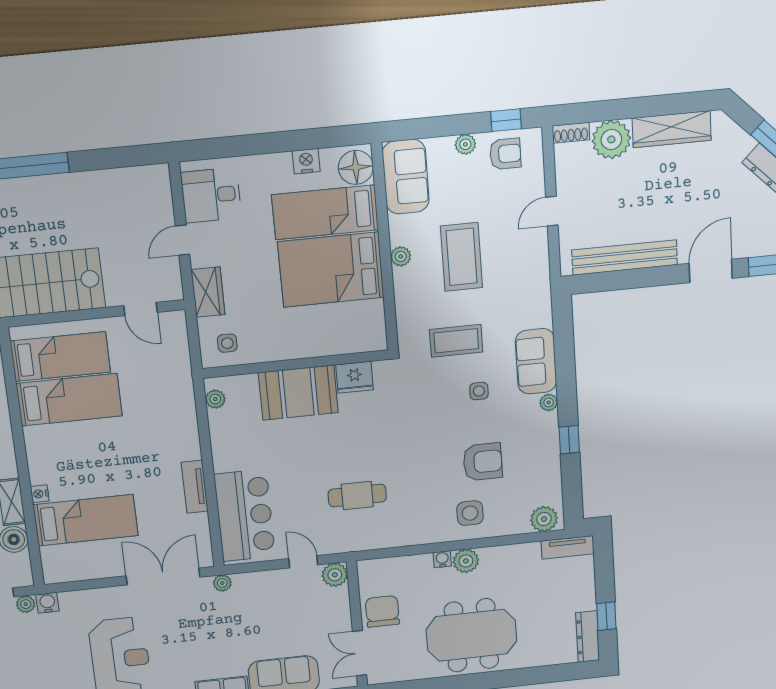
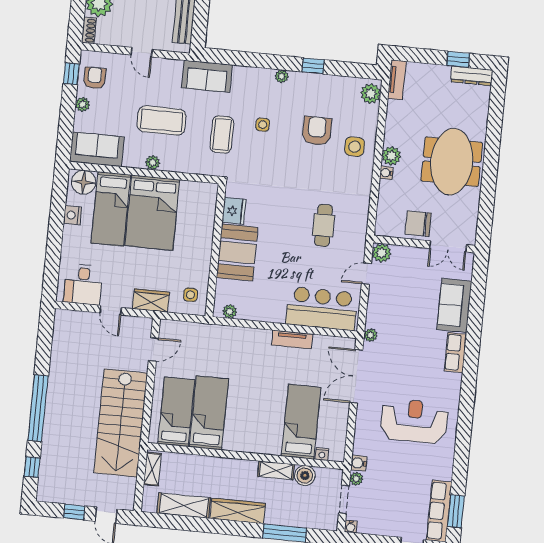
sofa: (536, 361) -> (207, 76), moved
nightstand: (40, 494) -> (322, 454), moved

